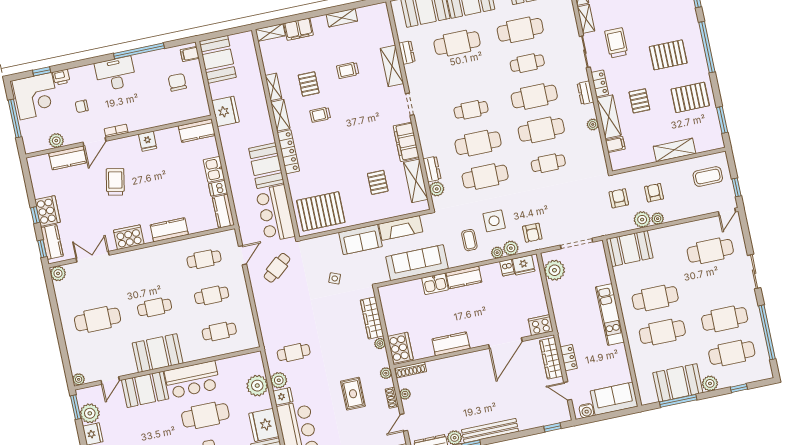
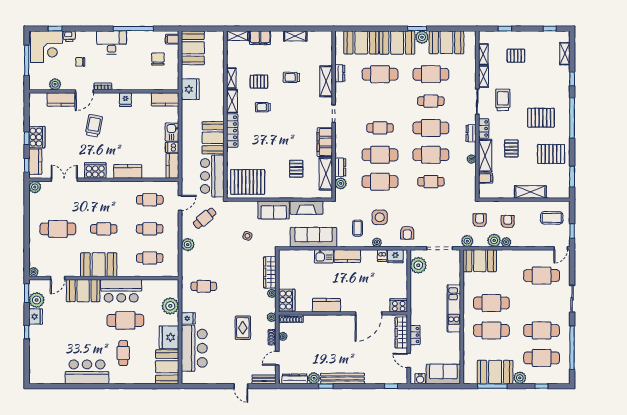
pallet: (309, 84) -> (259, 82), turned 90
plant: (511, 248) -> (467, 241), moved
plant: (279, 380) -> (188, 245), moved

